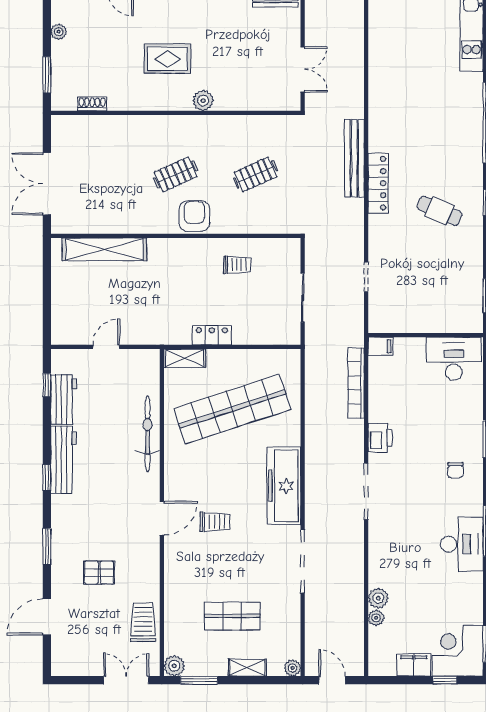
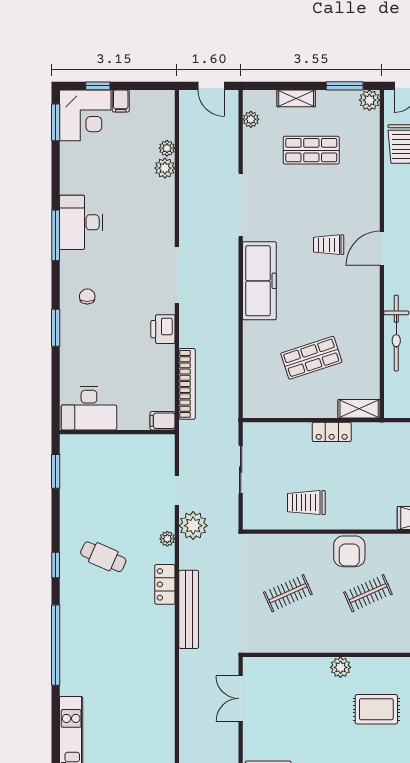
locker: (378, 183) -> (165, 584), width x0.66
plant: (376, 229) -> (167, 539), added
plant: (350, 242) -> (193, 526), added
trolley: (237, 265) -> (306, 503), width x1.36, depth x1.39
shop shelf: (232, 409) -> (311, 358), width x0.50, depth x0.74
filing cabinet: (414, 665) -> (121, 101), width x0.50
plant: (292, 668) -> (251, 119), moved

